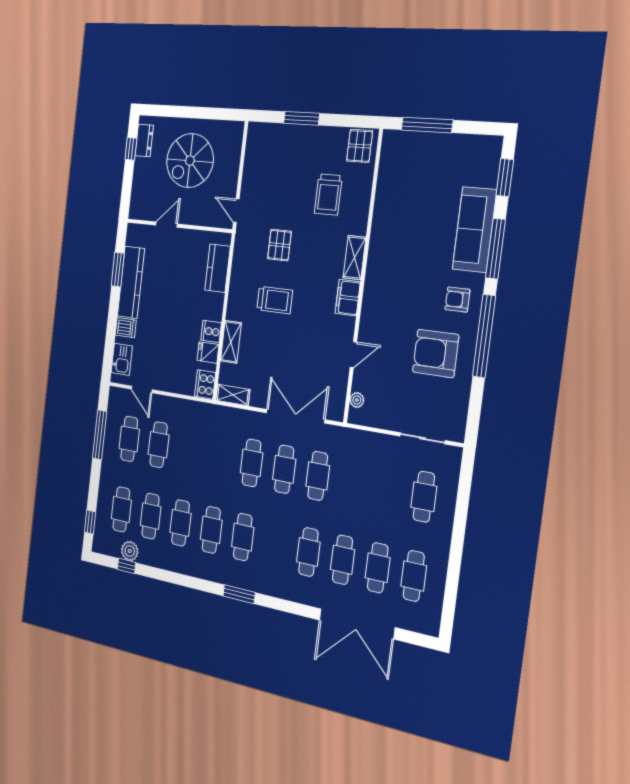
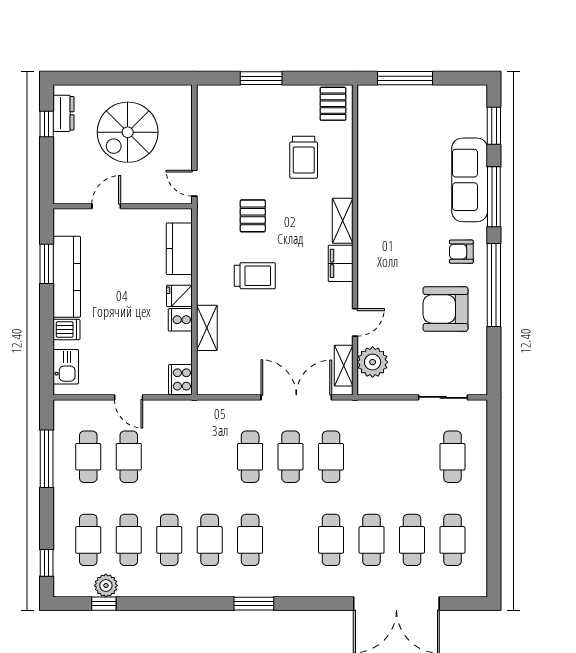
fridge: (208, 352) -> (179, 296), moved
door: (142, 389) -> (129, 397), moved
shelving: (233, 395) -> (344, 366), moved, turned 90
plant: (357, 400) -> (373, 362), width x1.88, depth x1.88

